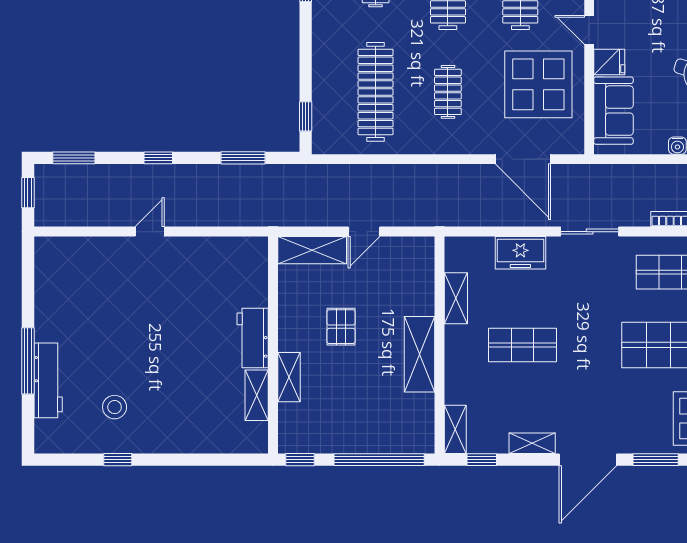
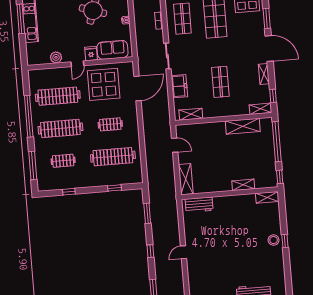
window: (306, 116) -> (115, 188), moved
door: (150, 232) -> (183, 252), hinge flipped
door: (364, 232) -> (175, 145), moved
shelving: (456, 298) -> (191, 114), moved
pallet: (341, 327) -> (219, 163), removed
workbench: (253, 338) -> (199, 205), moved
shelving: (420, 354) -> (243, 126), moved
shelving: (257, 395) -> (267, 197), moved
stool: (115, 407) -> (274, 240), moved
window: (118, 460) -> (285, 241), moved

